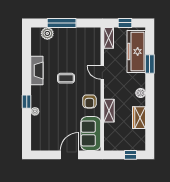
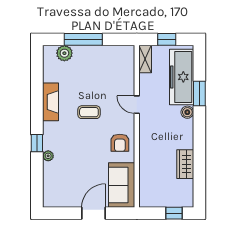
boiler: (141, 93) -> (187, 112), moved
shelving: (109, 111) -> (146, 155), removed

